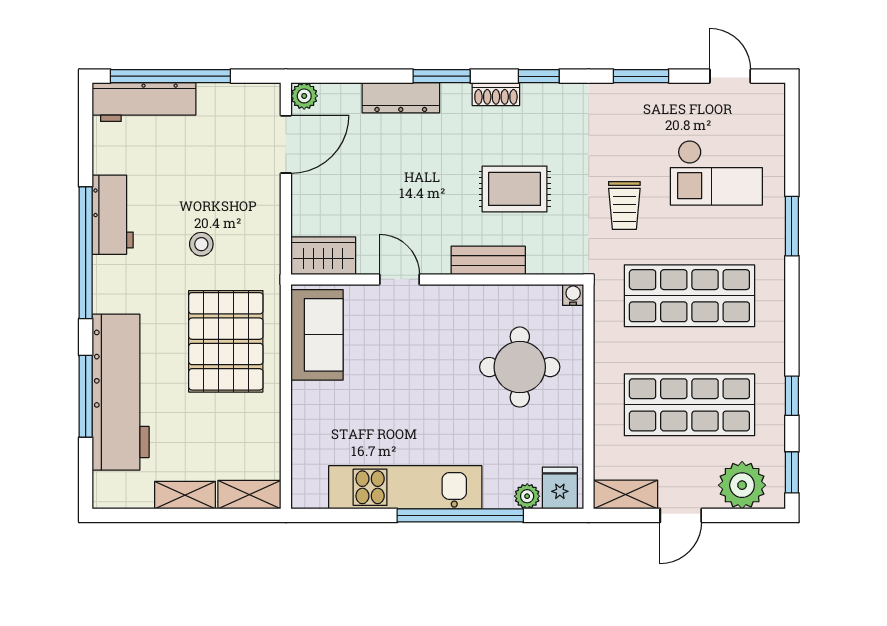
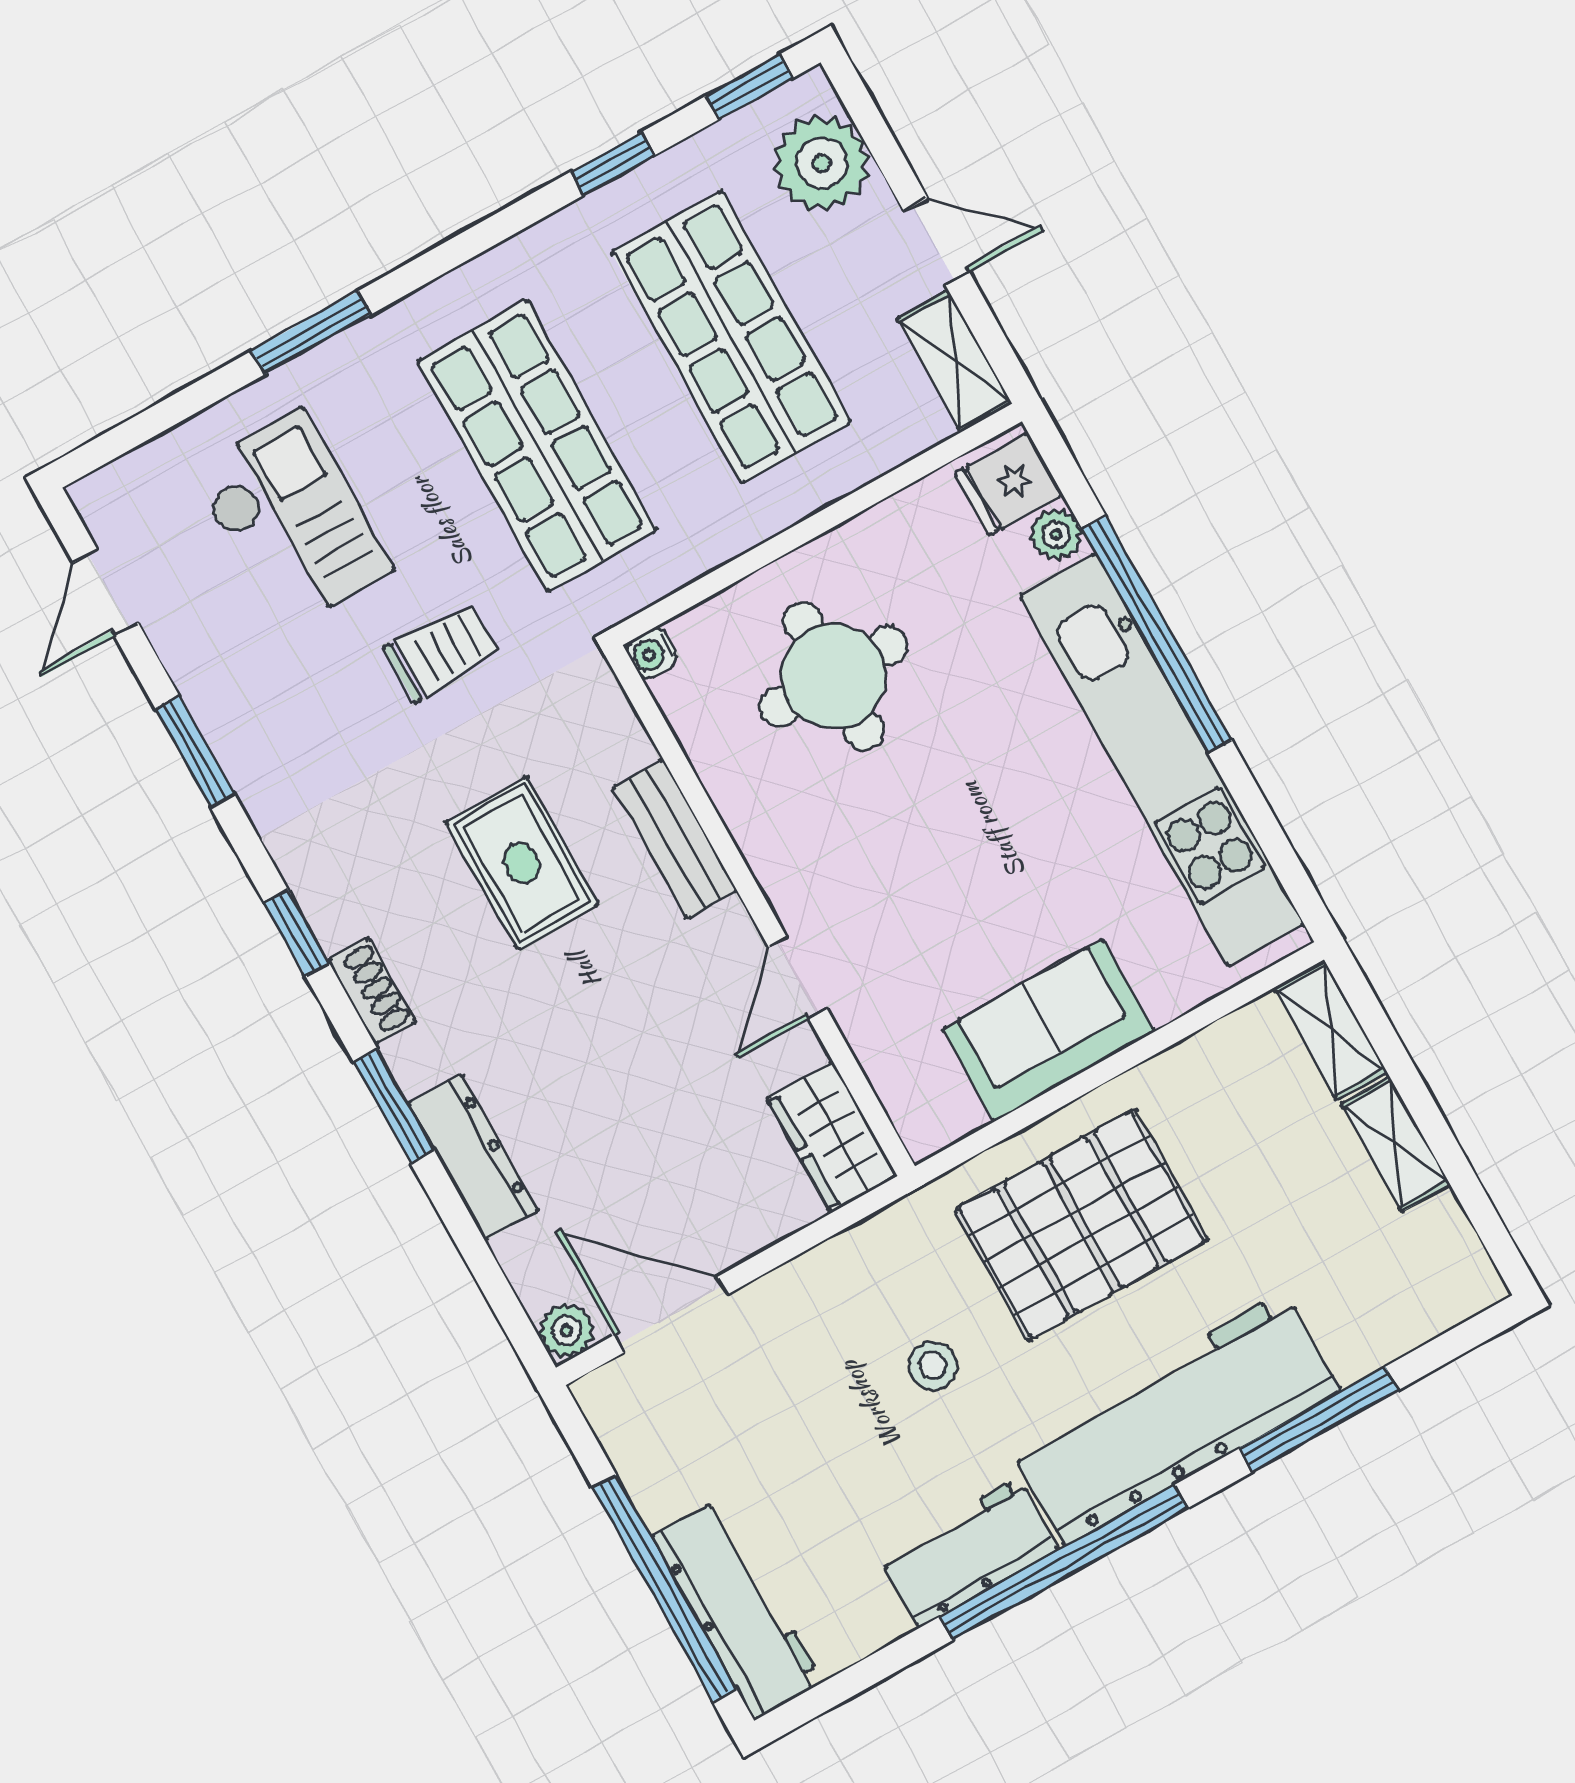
sofa: (317, 335) -> (1049, 1030), moved
workbench: (121, 392) -> (1175, 1419), moved
kitchen unit: (405, 487) -> (1162, 760), width x1.36

